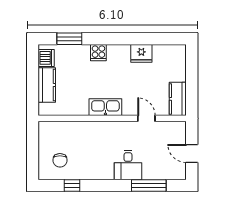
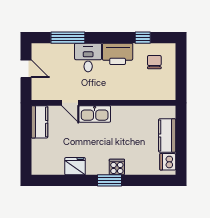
window: (69, 39) -> (109, 180), moved
kitchen sink: (105, 107) -> (95, 114), moved
printer: (98, 169) -> (118, 54), added

